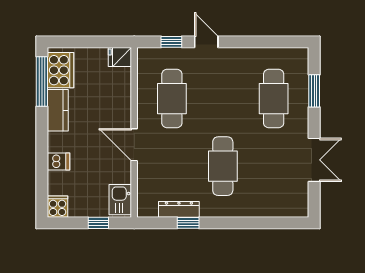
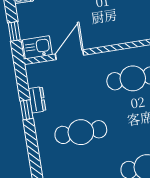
door: (134, 145) -> (70, 55), moved
dresser: (179, 209) -> (37, 100), width x0.70

